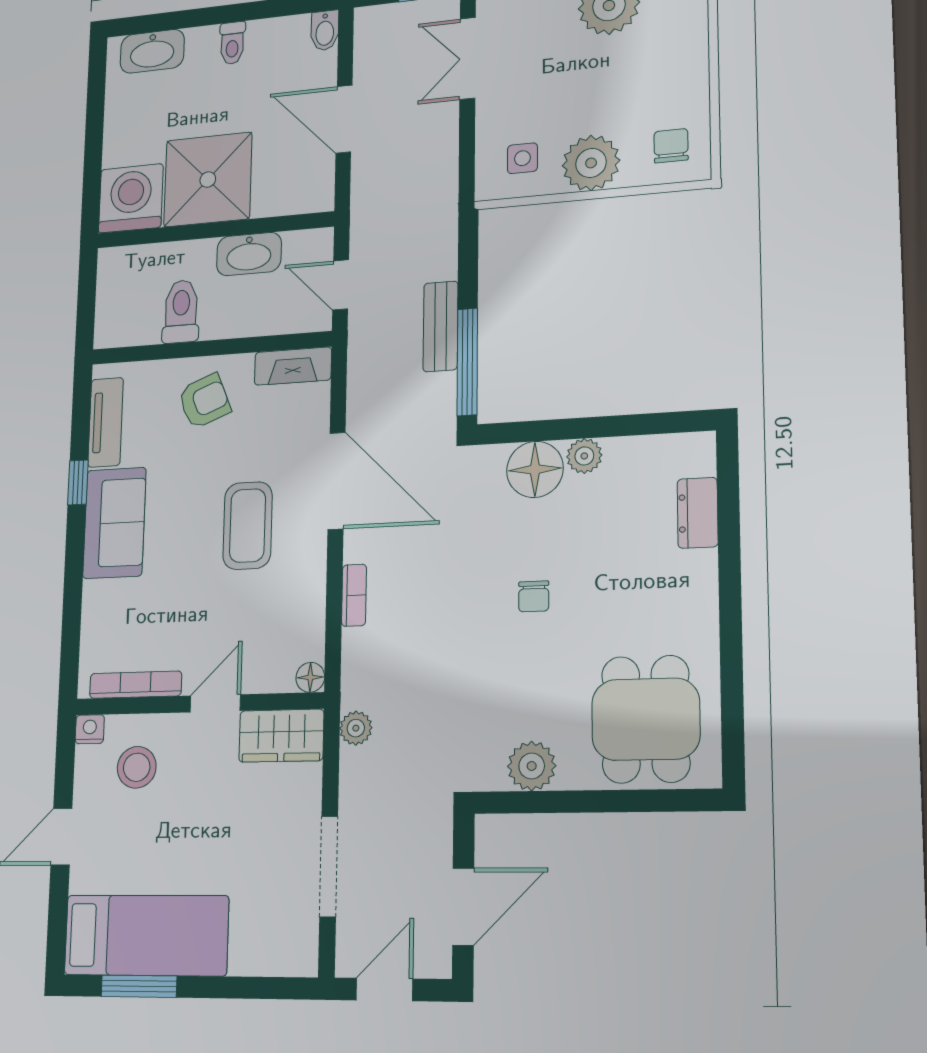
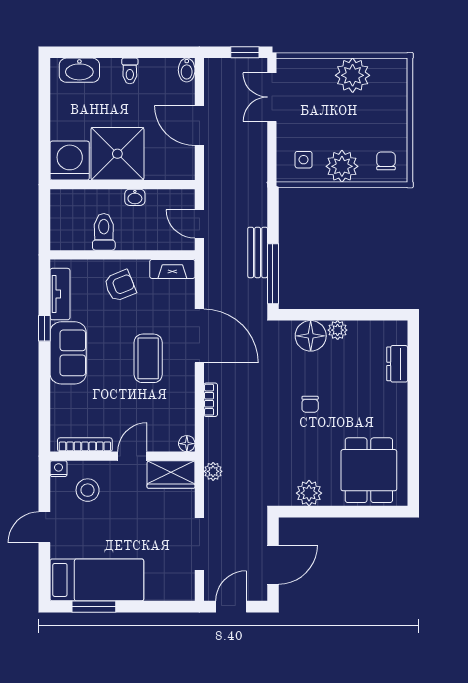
washbasin: (249, 254) -> (135, 197), width x0.52, depth x0.69

